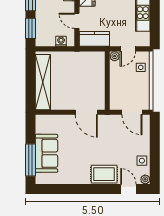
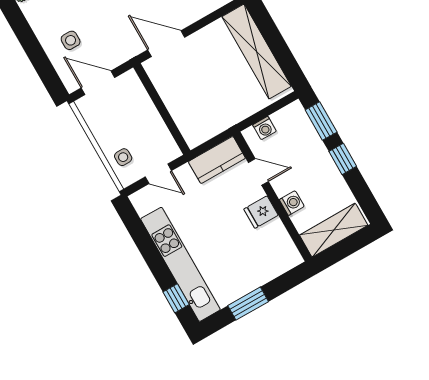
door: (128, 49) -> (158, 174), swing flipped
plant: (115, 56) -> (172, 152), removed
side table: (142, 161) -> (71, 40), moved

